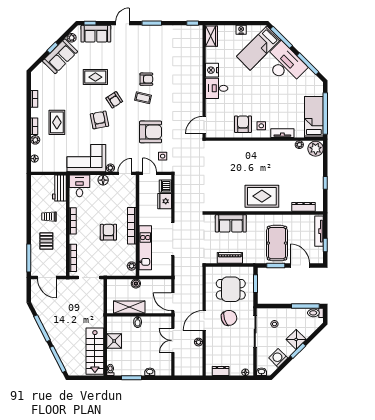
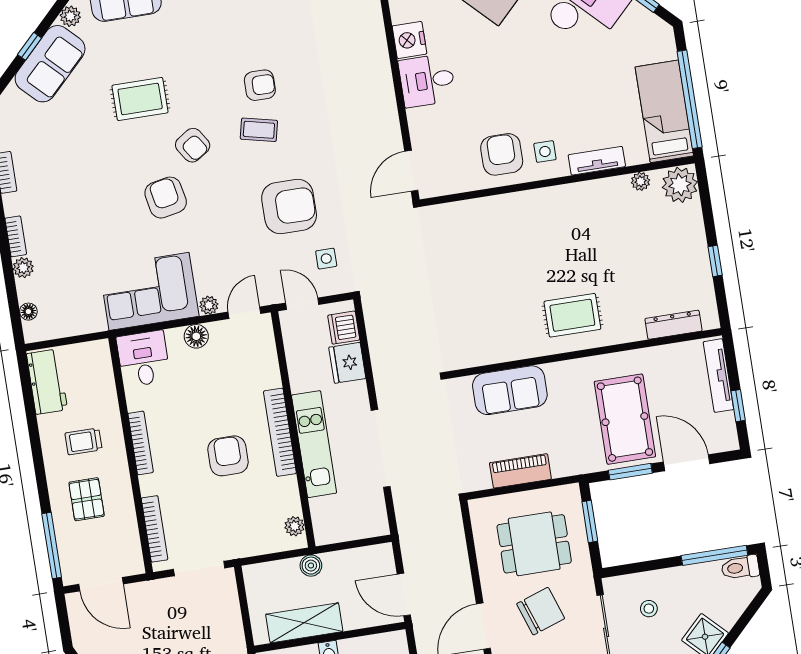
rug: (57, 122) -> (67, 219), removed
workbench: (59, 188) -> (47, 382), moved, turned 180
rug: (262, 196) -> (572, 315), width x0.73, depth x0.70
kitchen unit: (145, 248) -> (314, 444), moved

